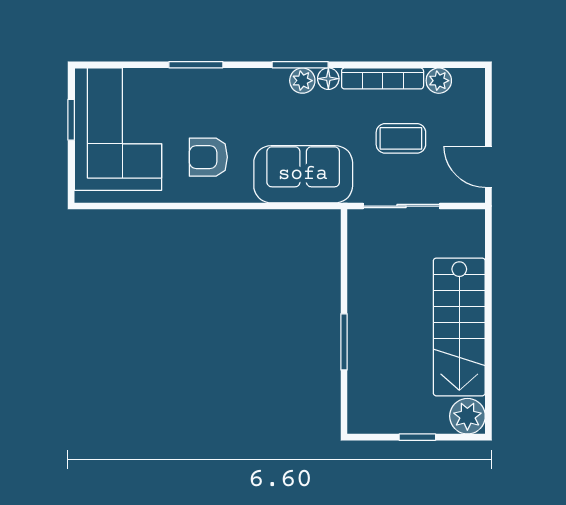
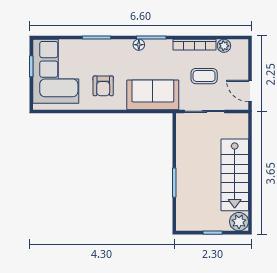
floor lamp: (328, 79) -> (139, 45), moved
plant: (302, 81) -> (152, 46), removed
armchair: (208, 157) -> (103, 86), turned -90

